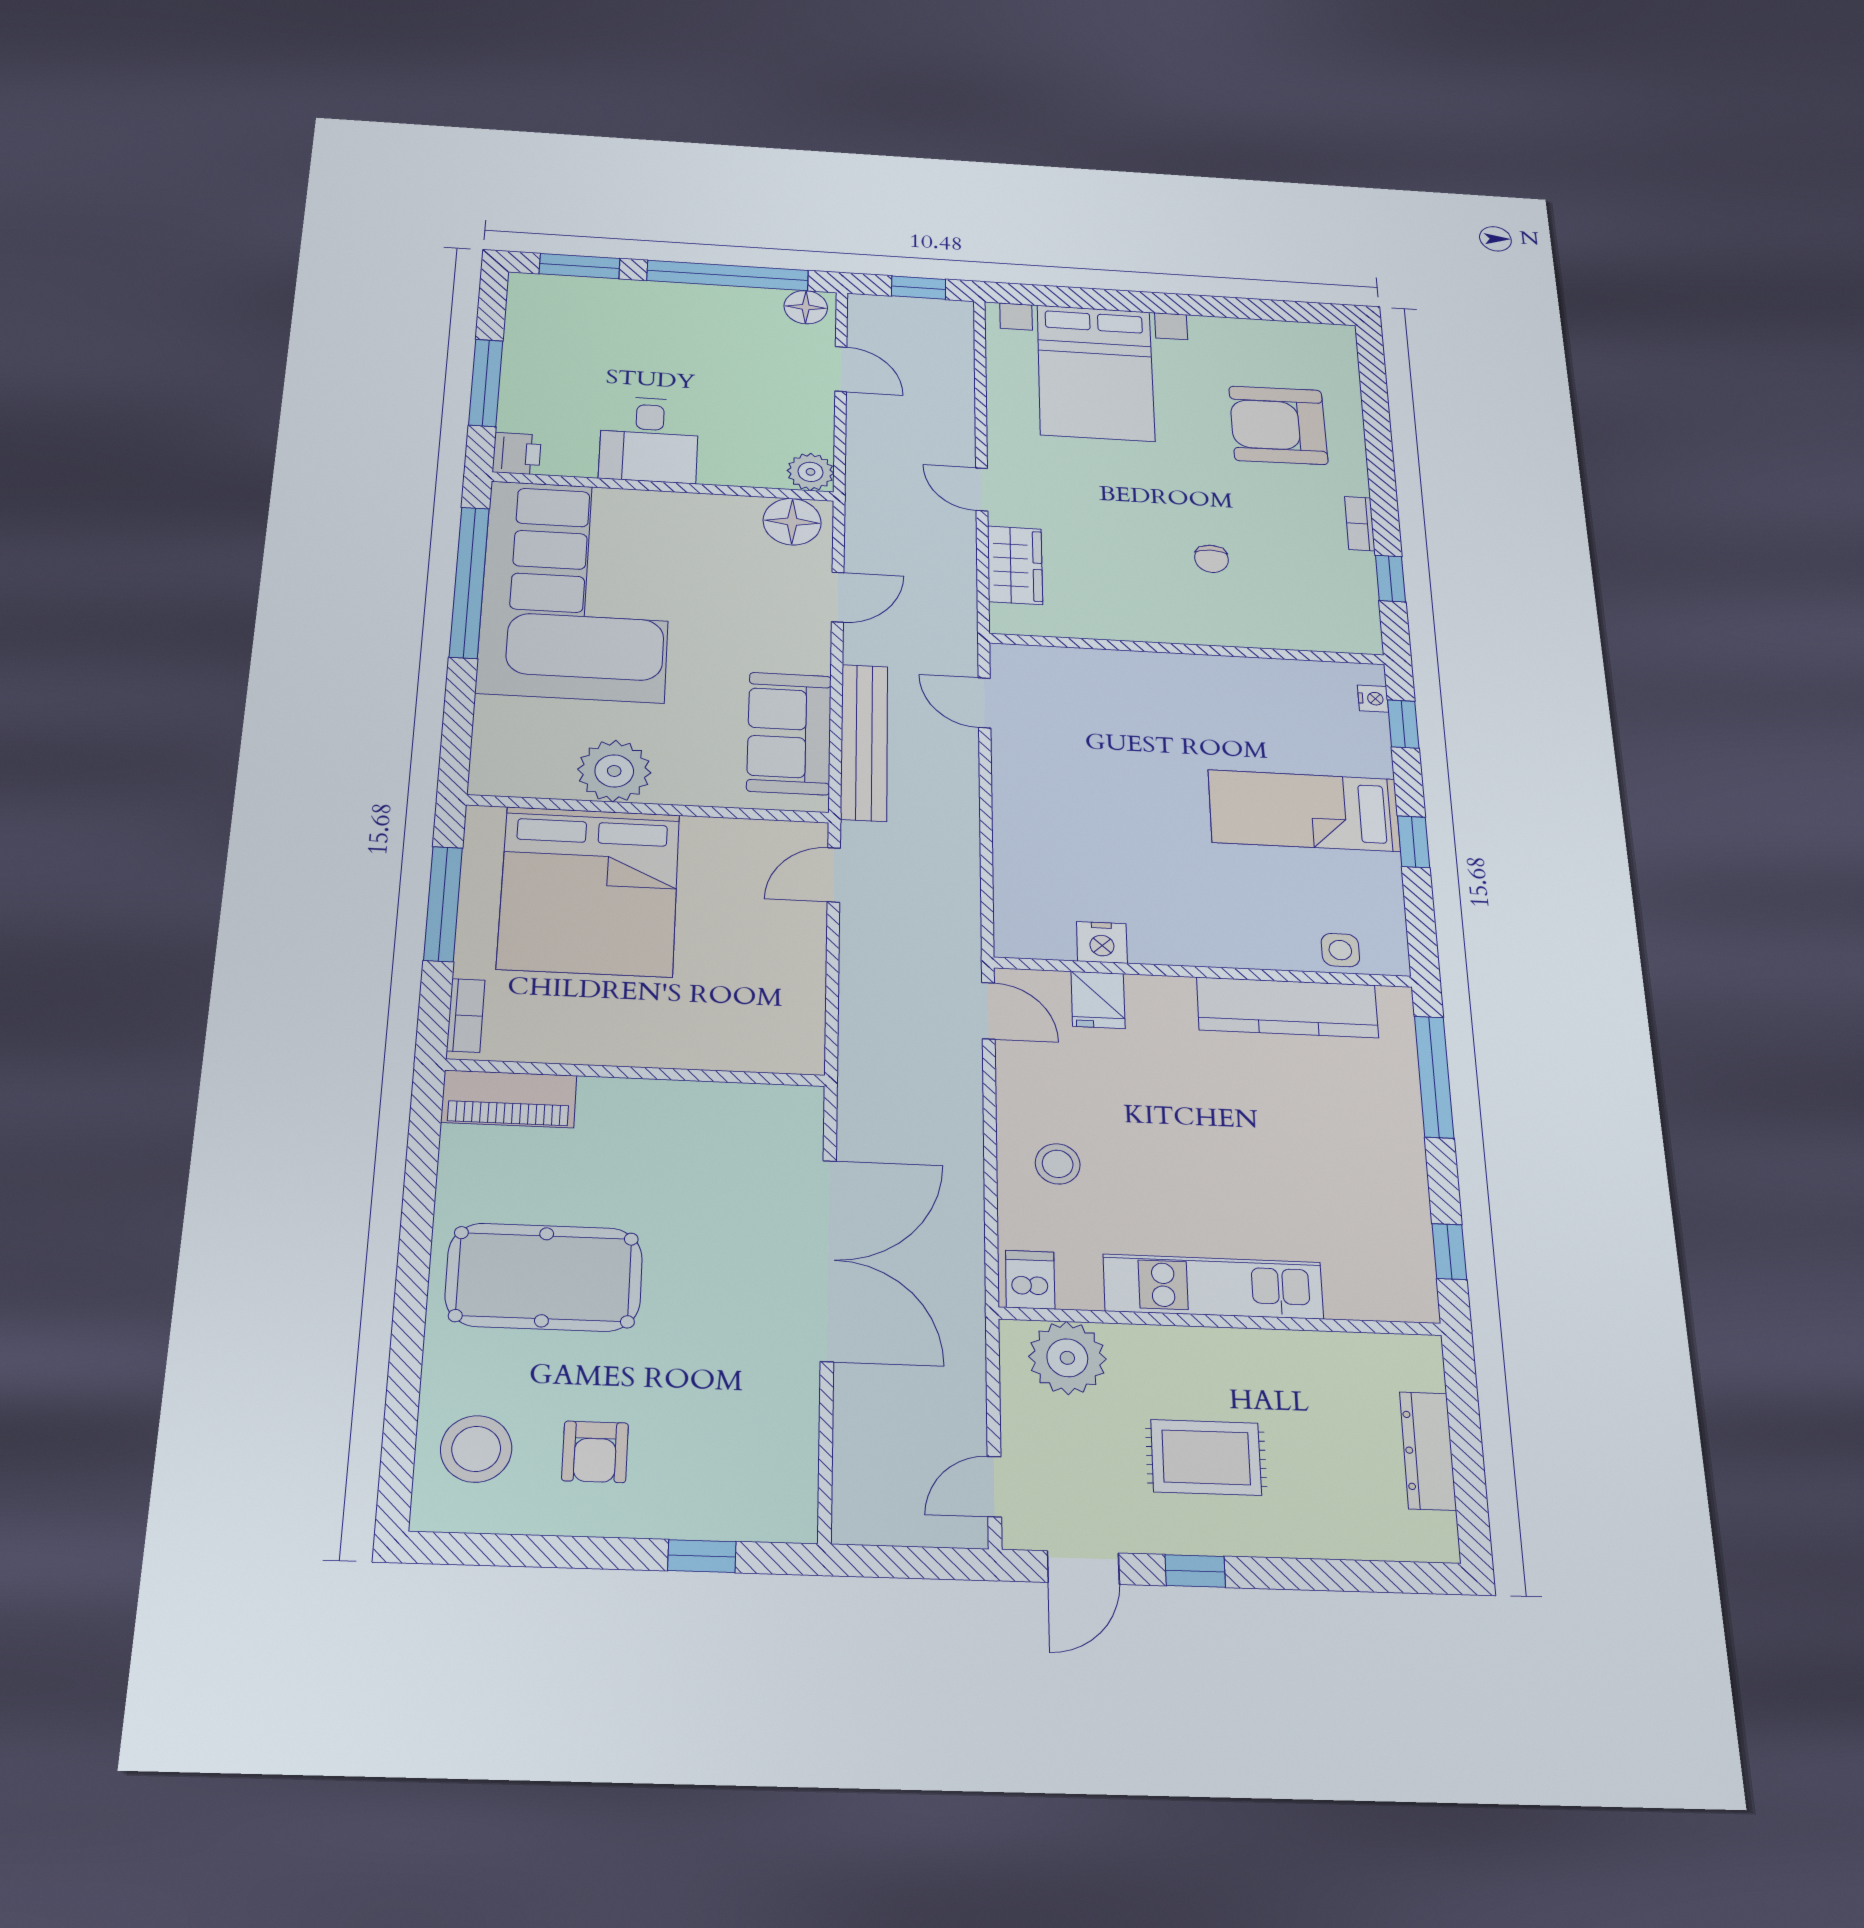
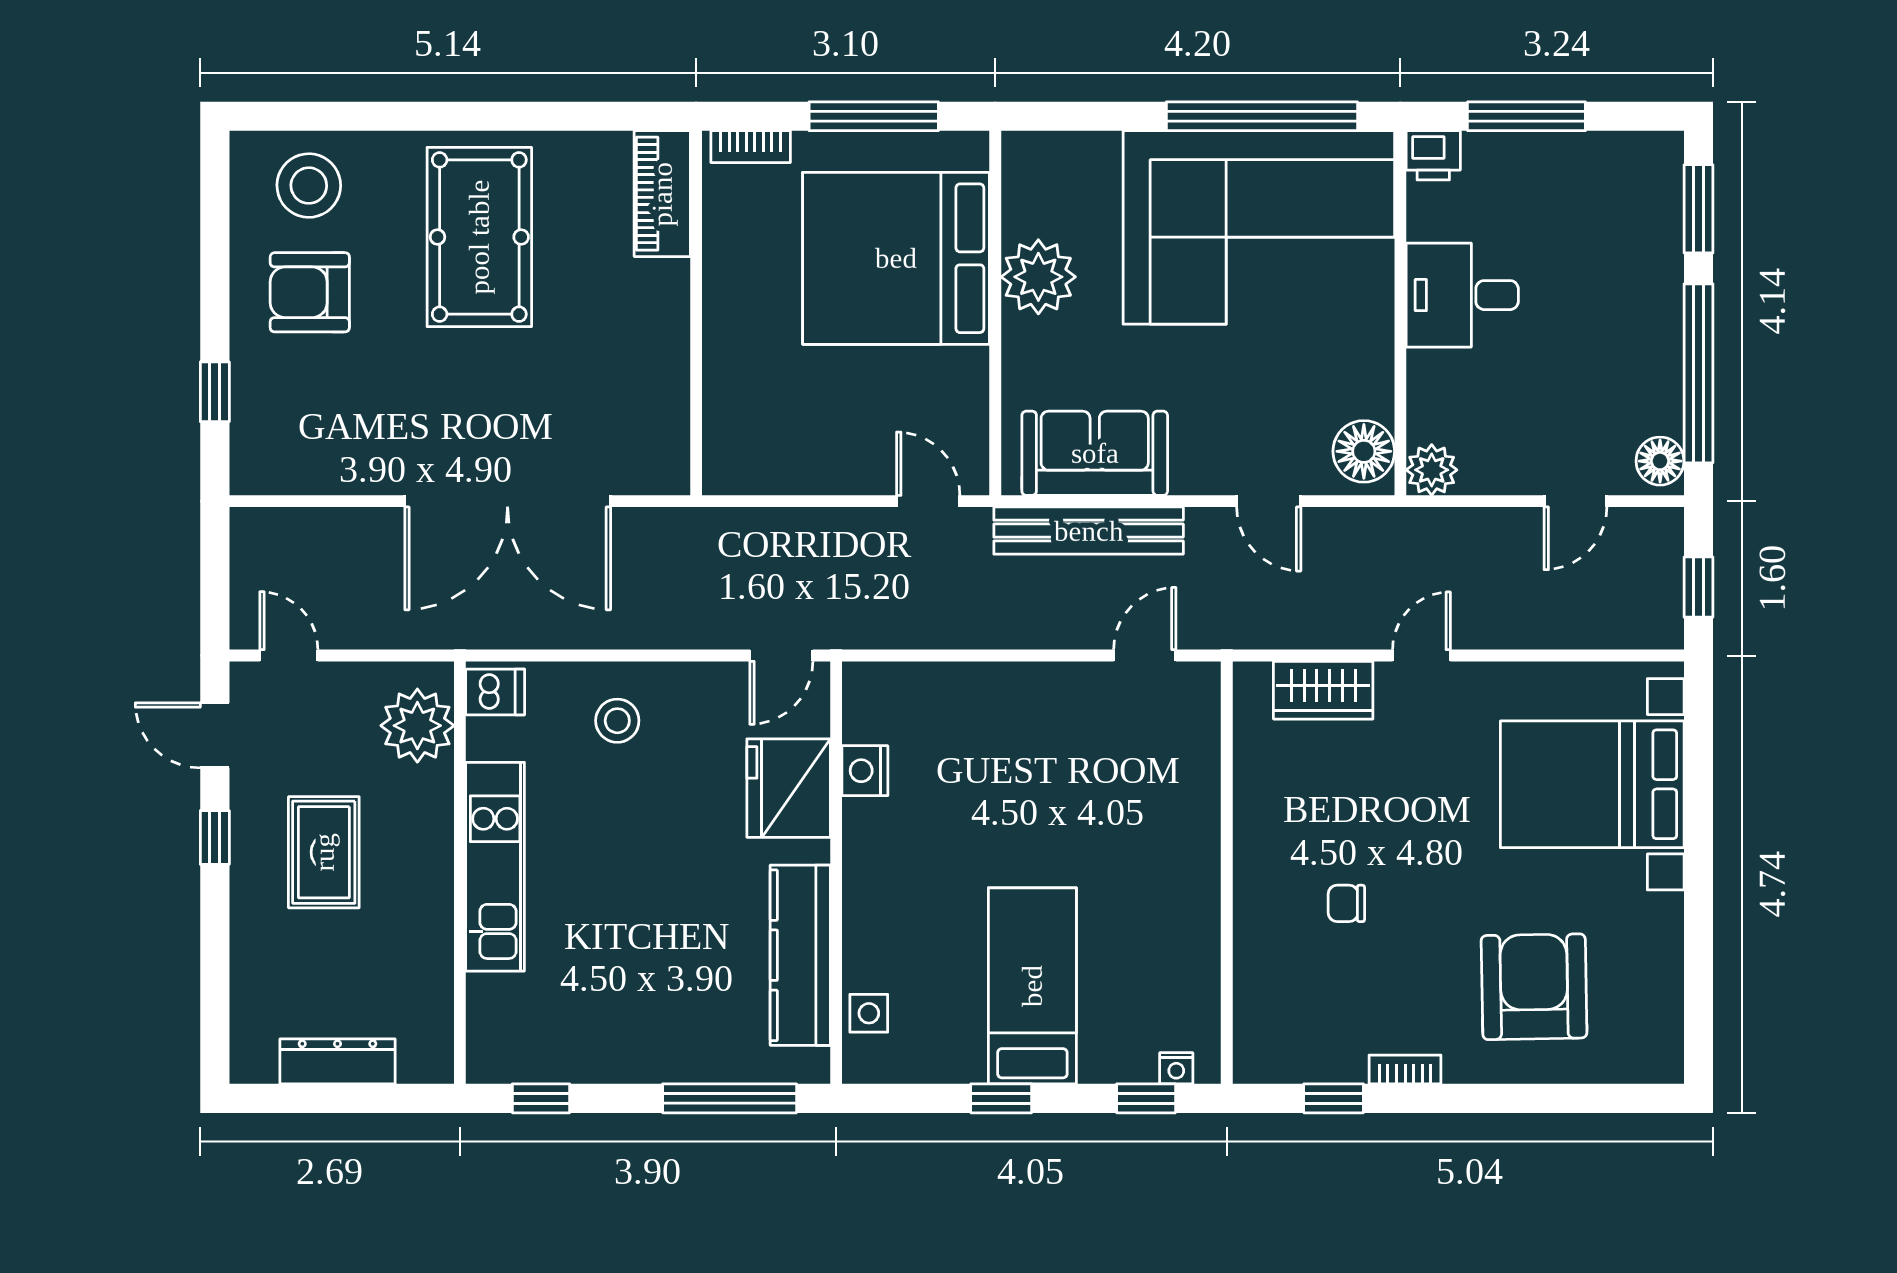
fridge: (1098, 1000) -> (789, 788), width x1.88, depth x1.34
armchair: (595, 1452) -> (310, 292), width x1.38, depth x1.38

